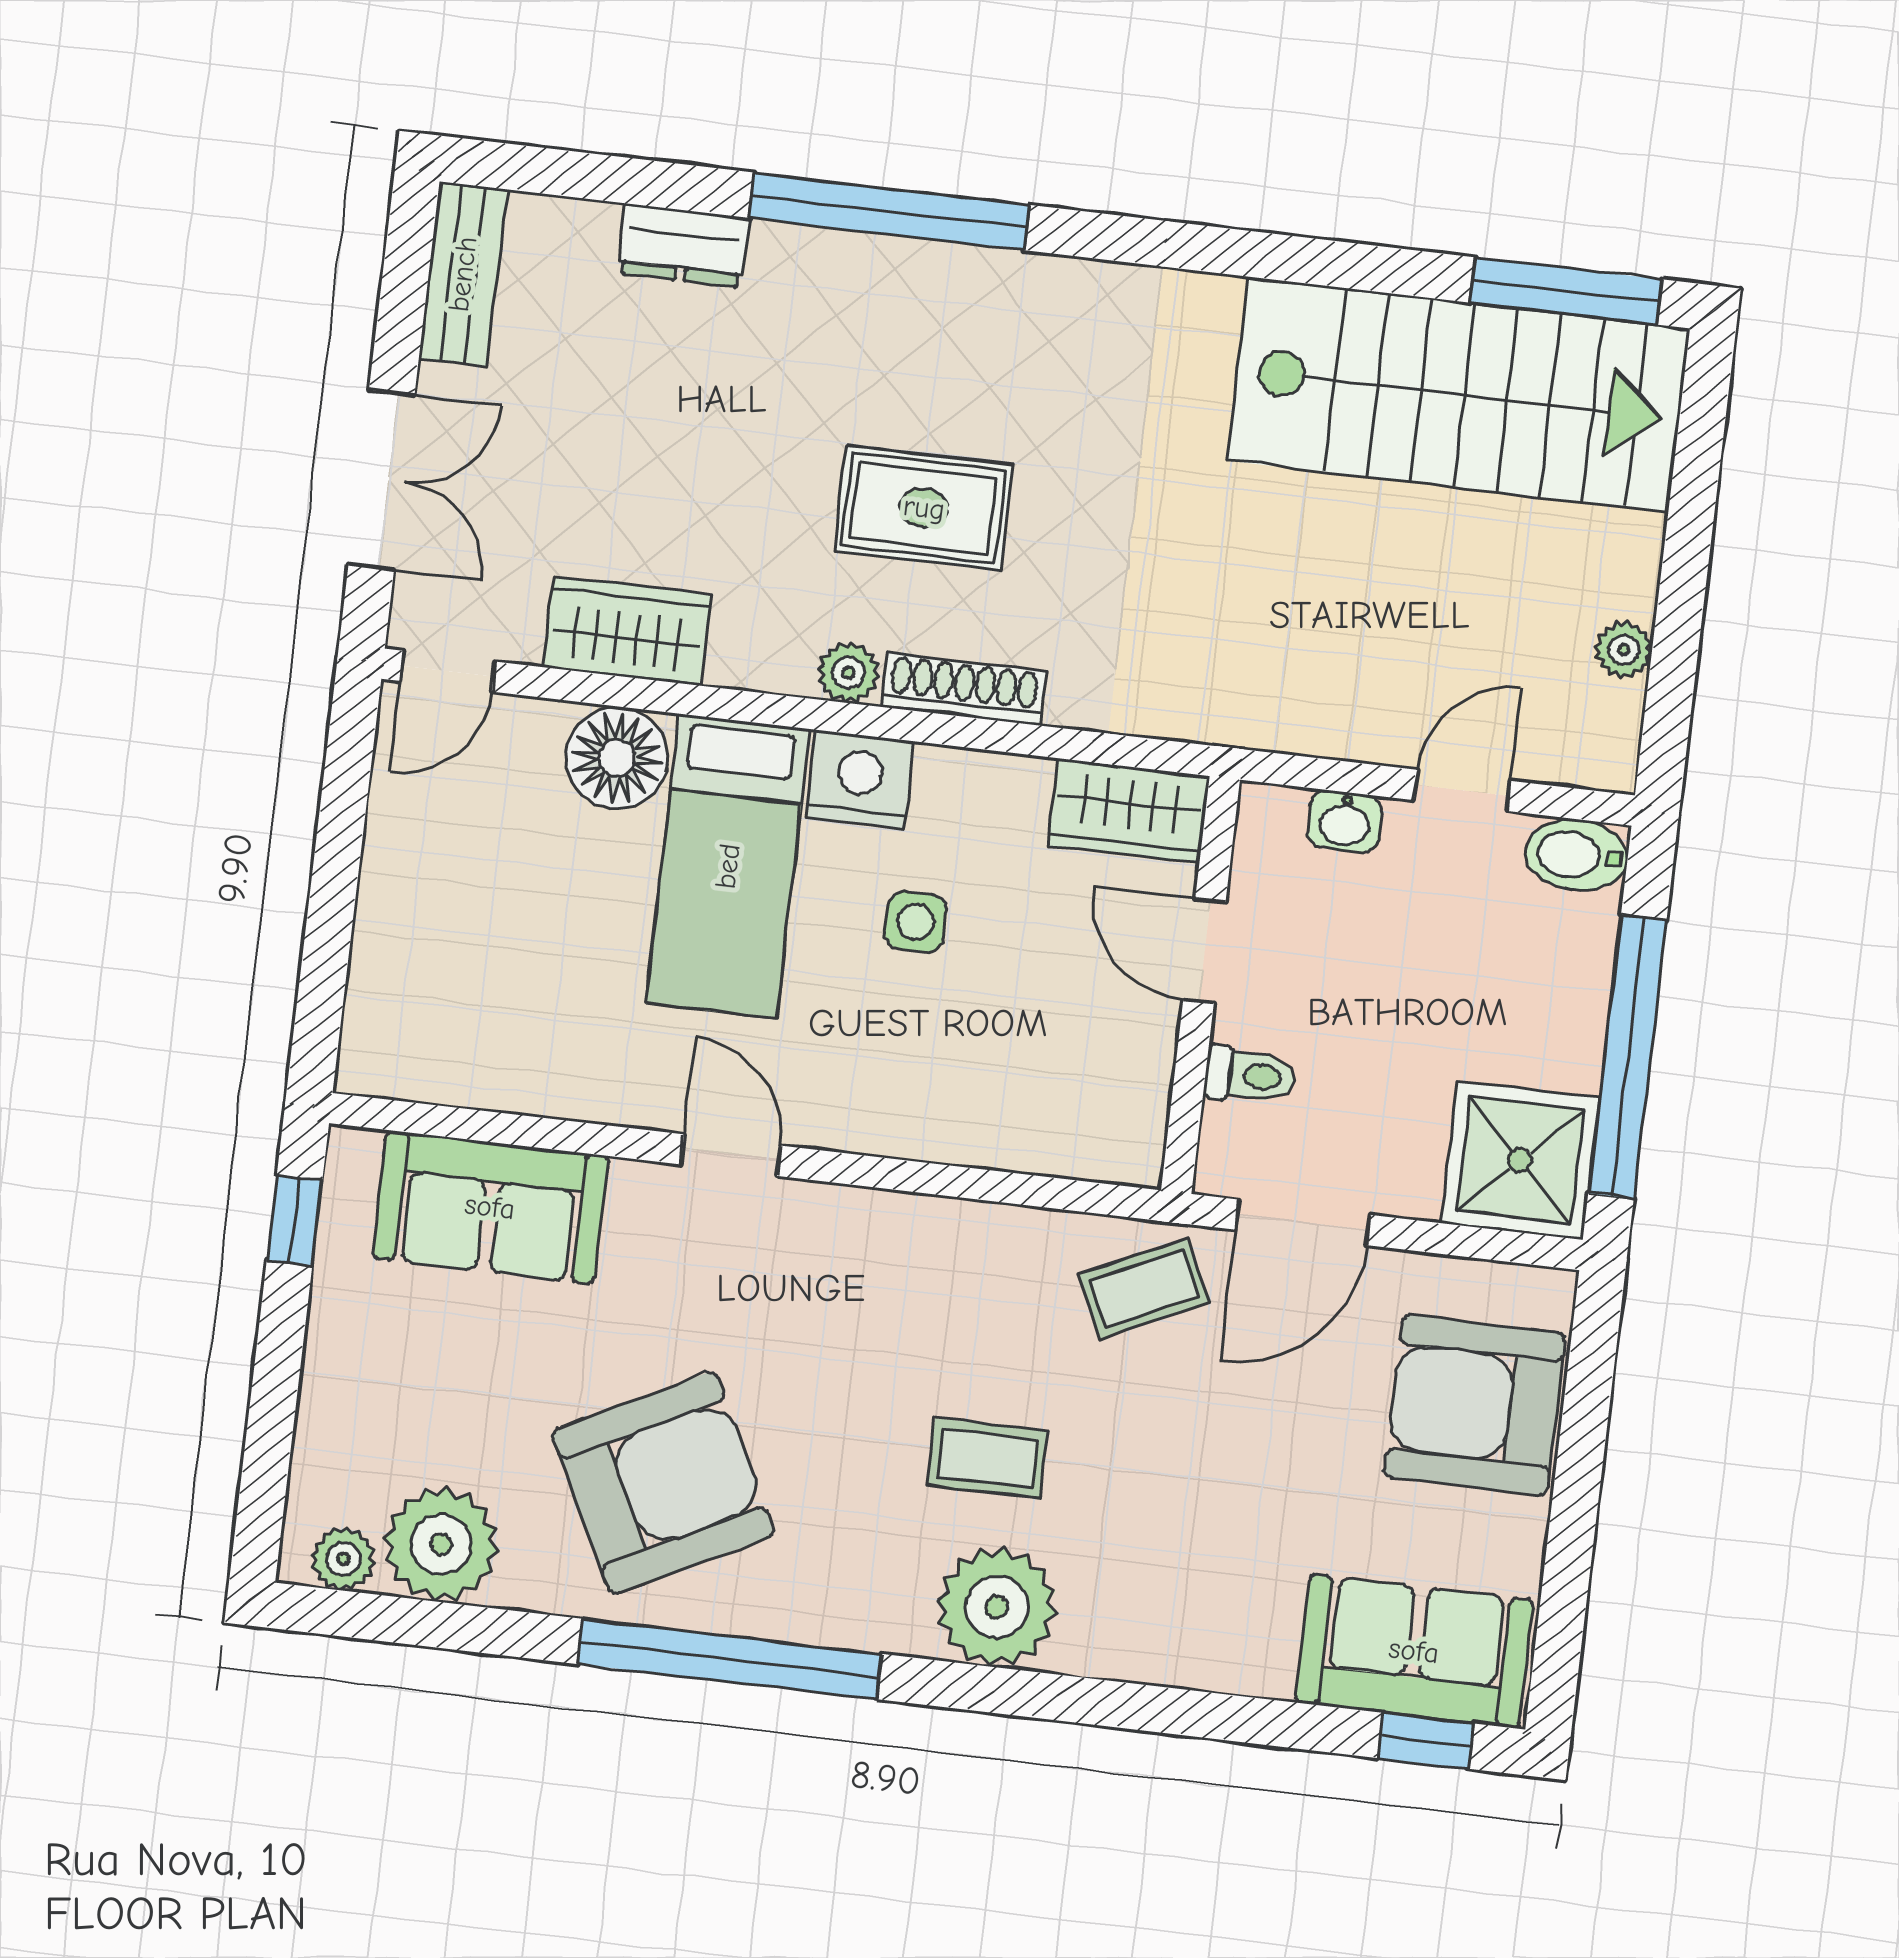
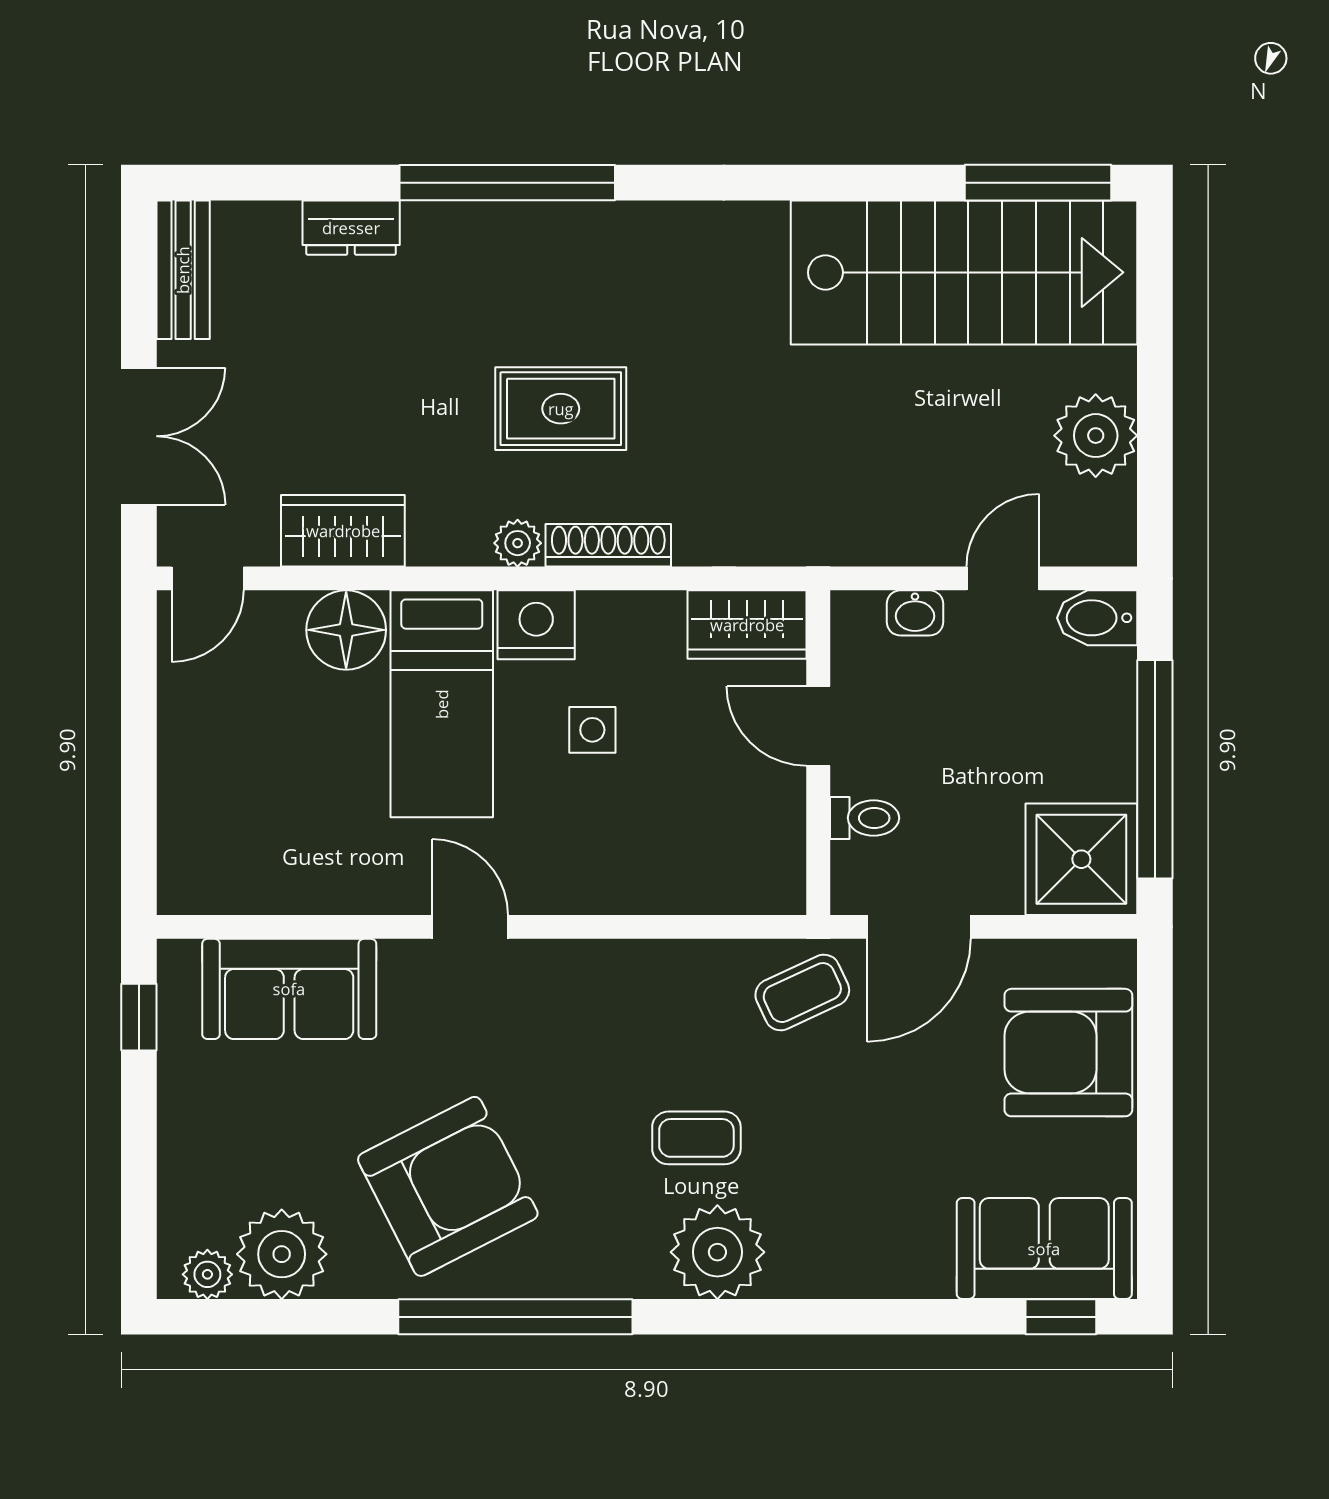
plant: (1624, 650) -> (1096, 436), width x1.88, depth x1.88

